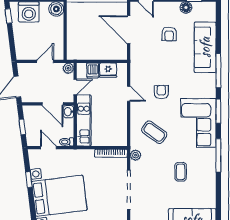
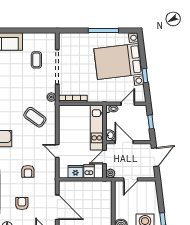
armchair: (161, 92) -> (28, 171), moved
door: (48, 148) -> (128, 104), swing flipped
coffee table: (181, 172) -> (36, 60), moved

